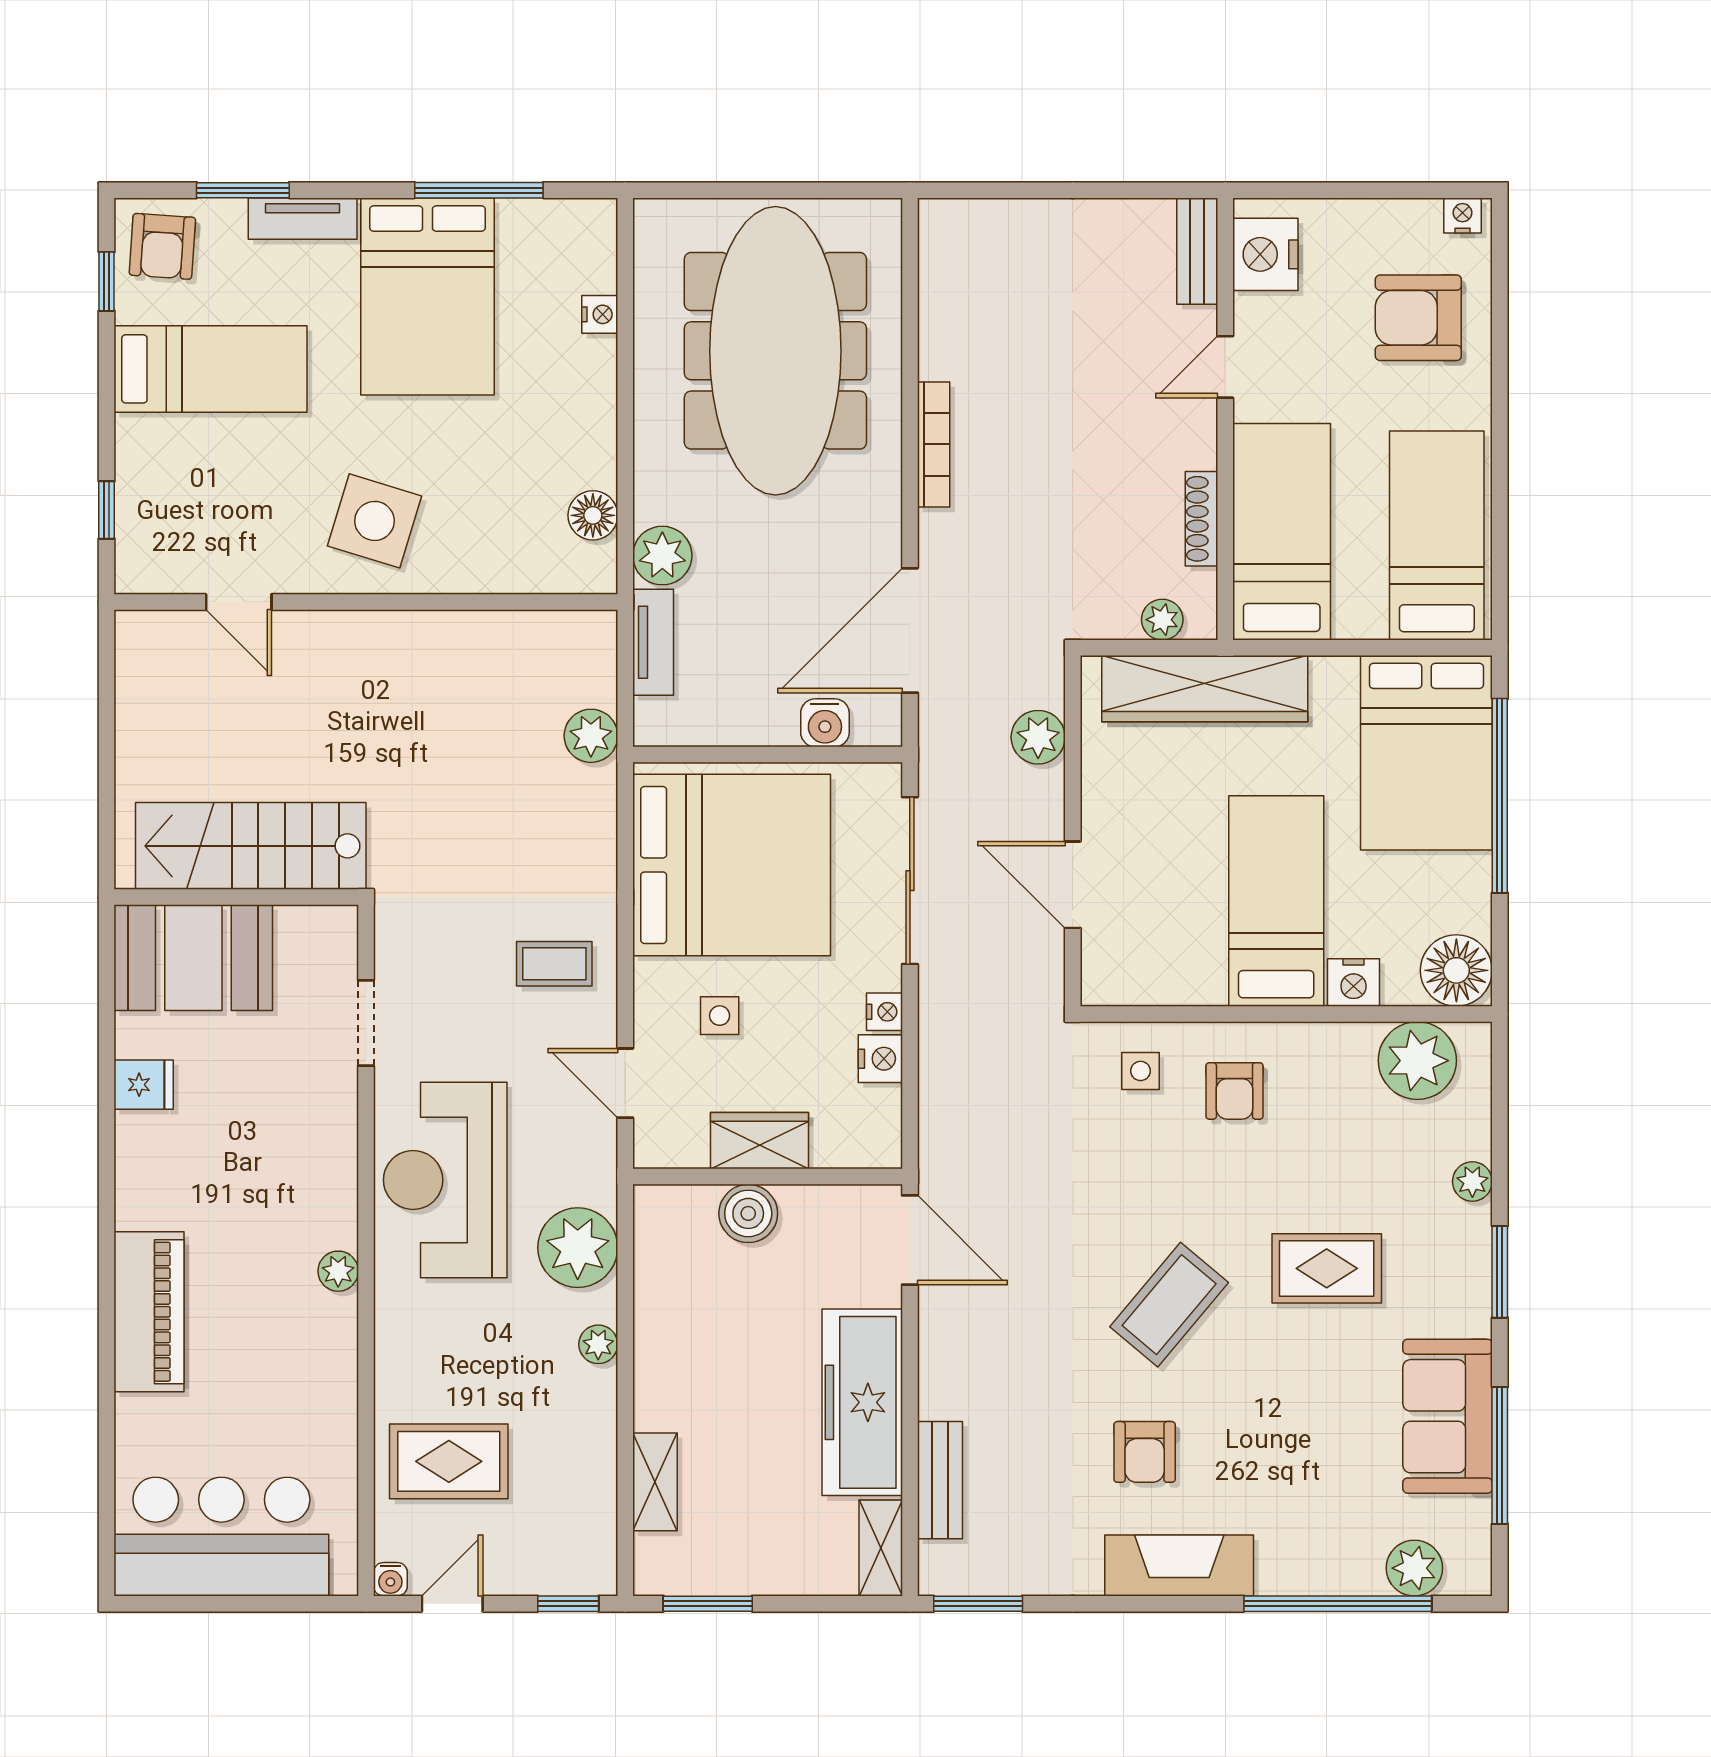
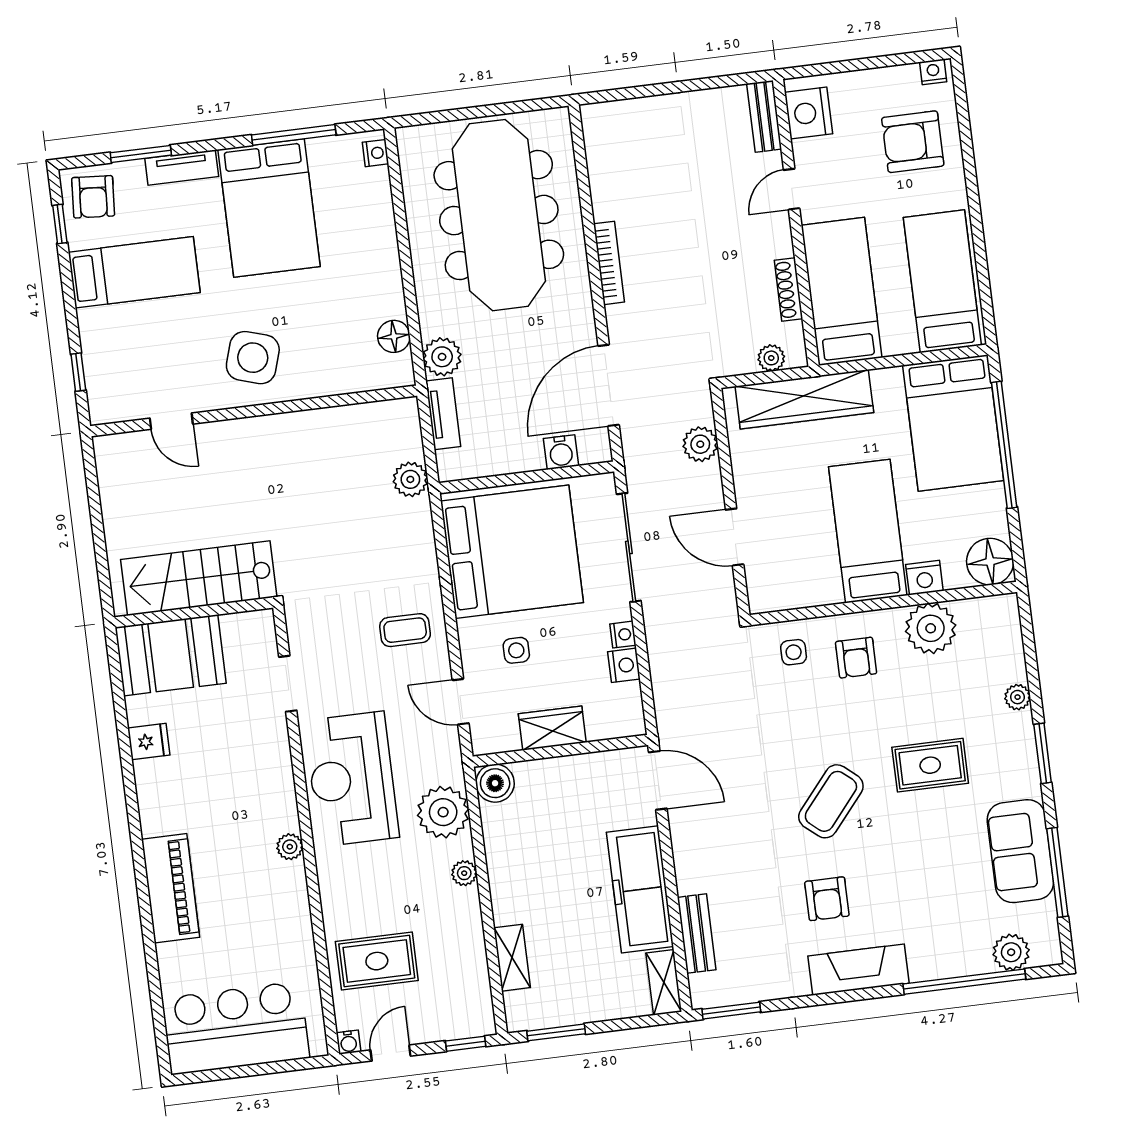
nightstand: (600, 314) -> (376, 153), moved
plant: (1417, 1061) -> (931, 628), moved
boiler: (748, 1213) -> (495, 783), moved

